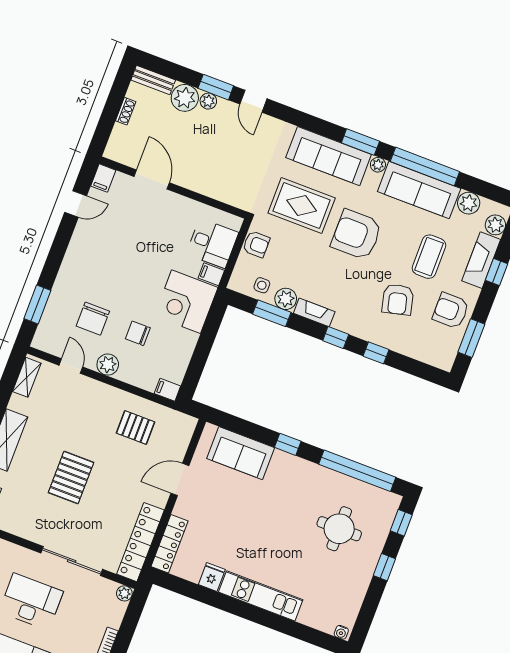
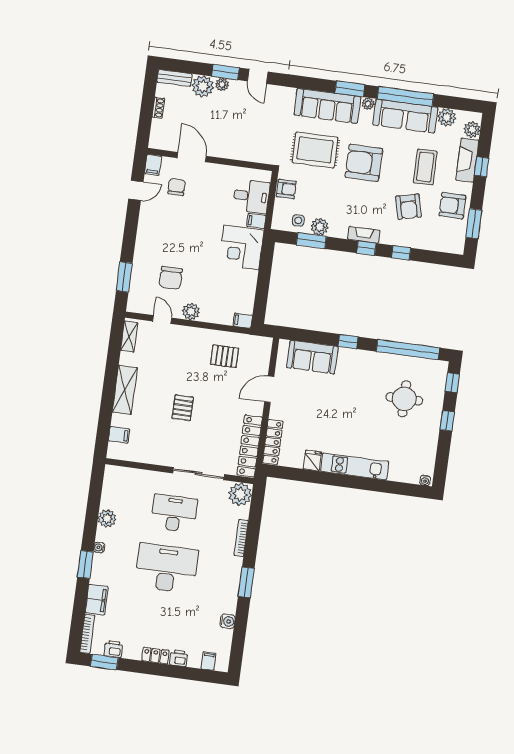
fireplace: (314, 312) -> (364, 235), moved
chair: (138, 333) -> (176, 187), moved, turned 90
pallet: (71, 478) -> (183, 408), width x0.67, depth x0.71
plant: (124, 593) -> (240, 494), width x1.88, depth x1.88

